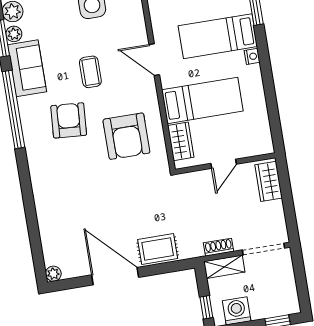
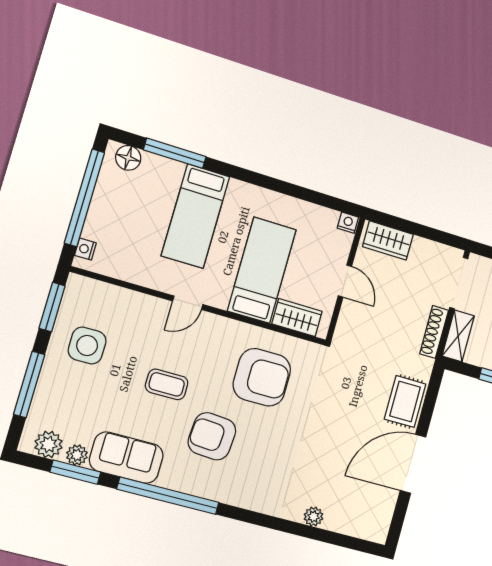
nightstand: (252, 56) -> (348, 223), moved
door: (154, 60) -> (188, 303), width x0.73
shoe rack: (219, 247) -> (434, 332), width x1.43
plant: (53, 274) -> (314, 517), moved

